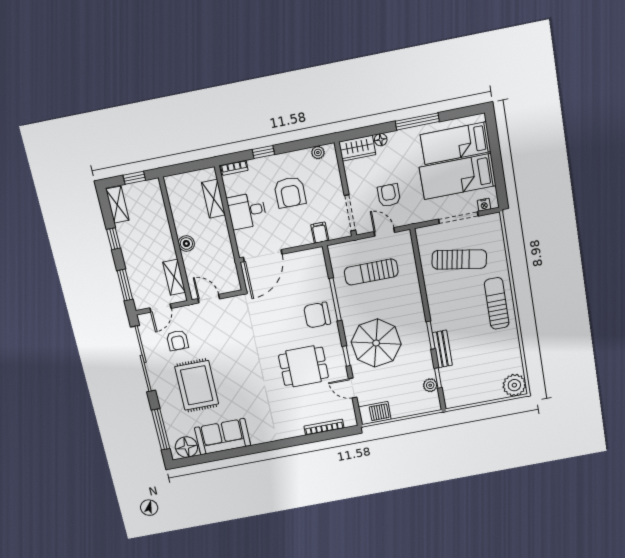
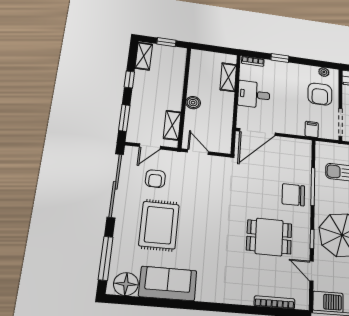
armchair: (290, 192) -> (320, 94), moved

